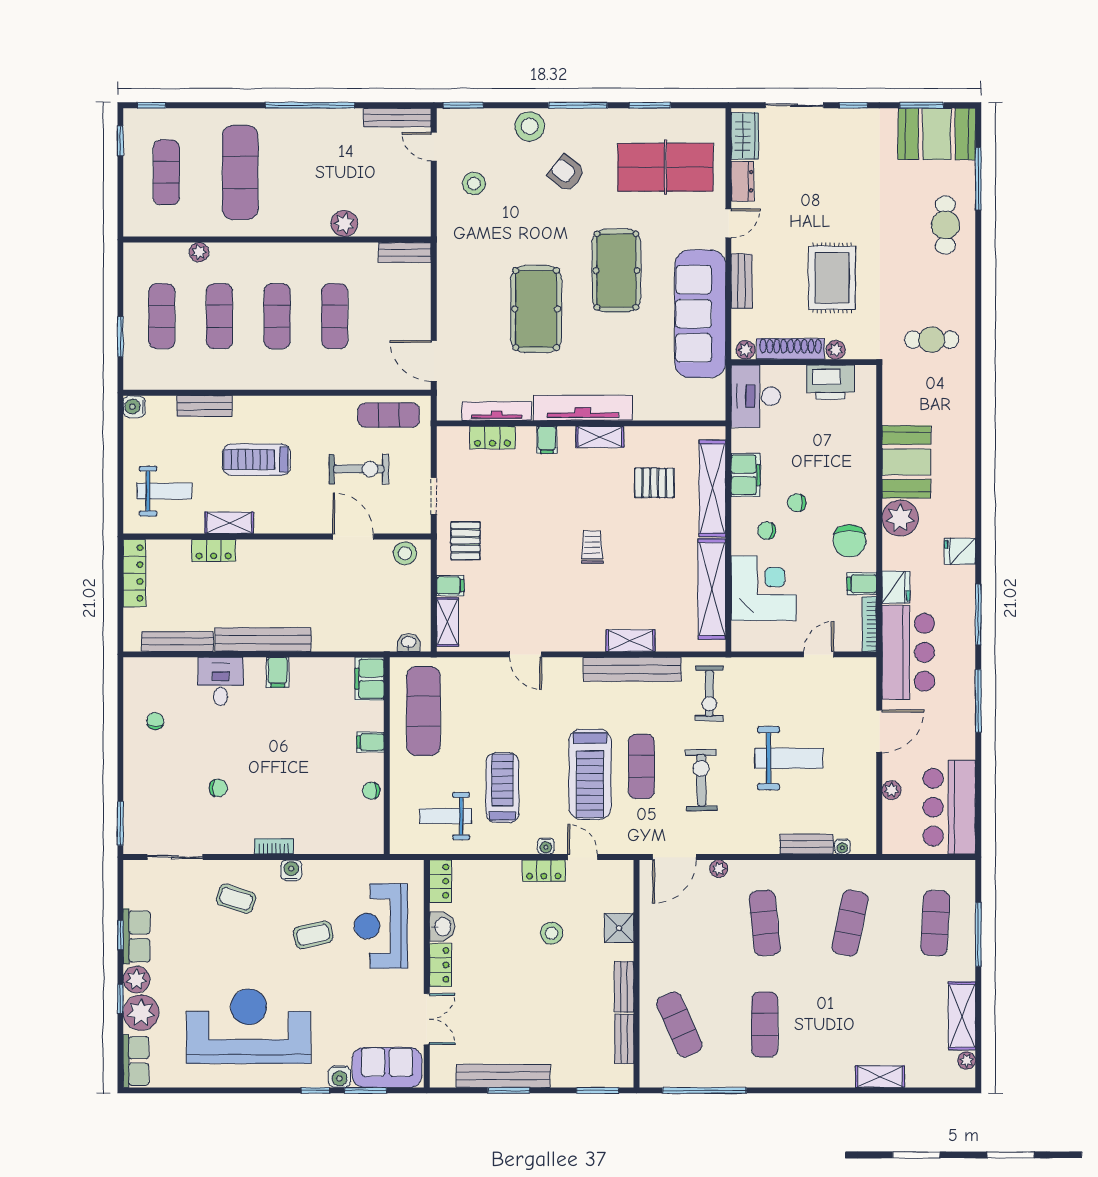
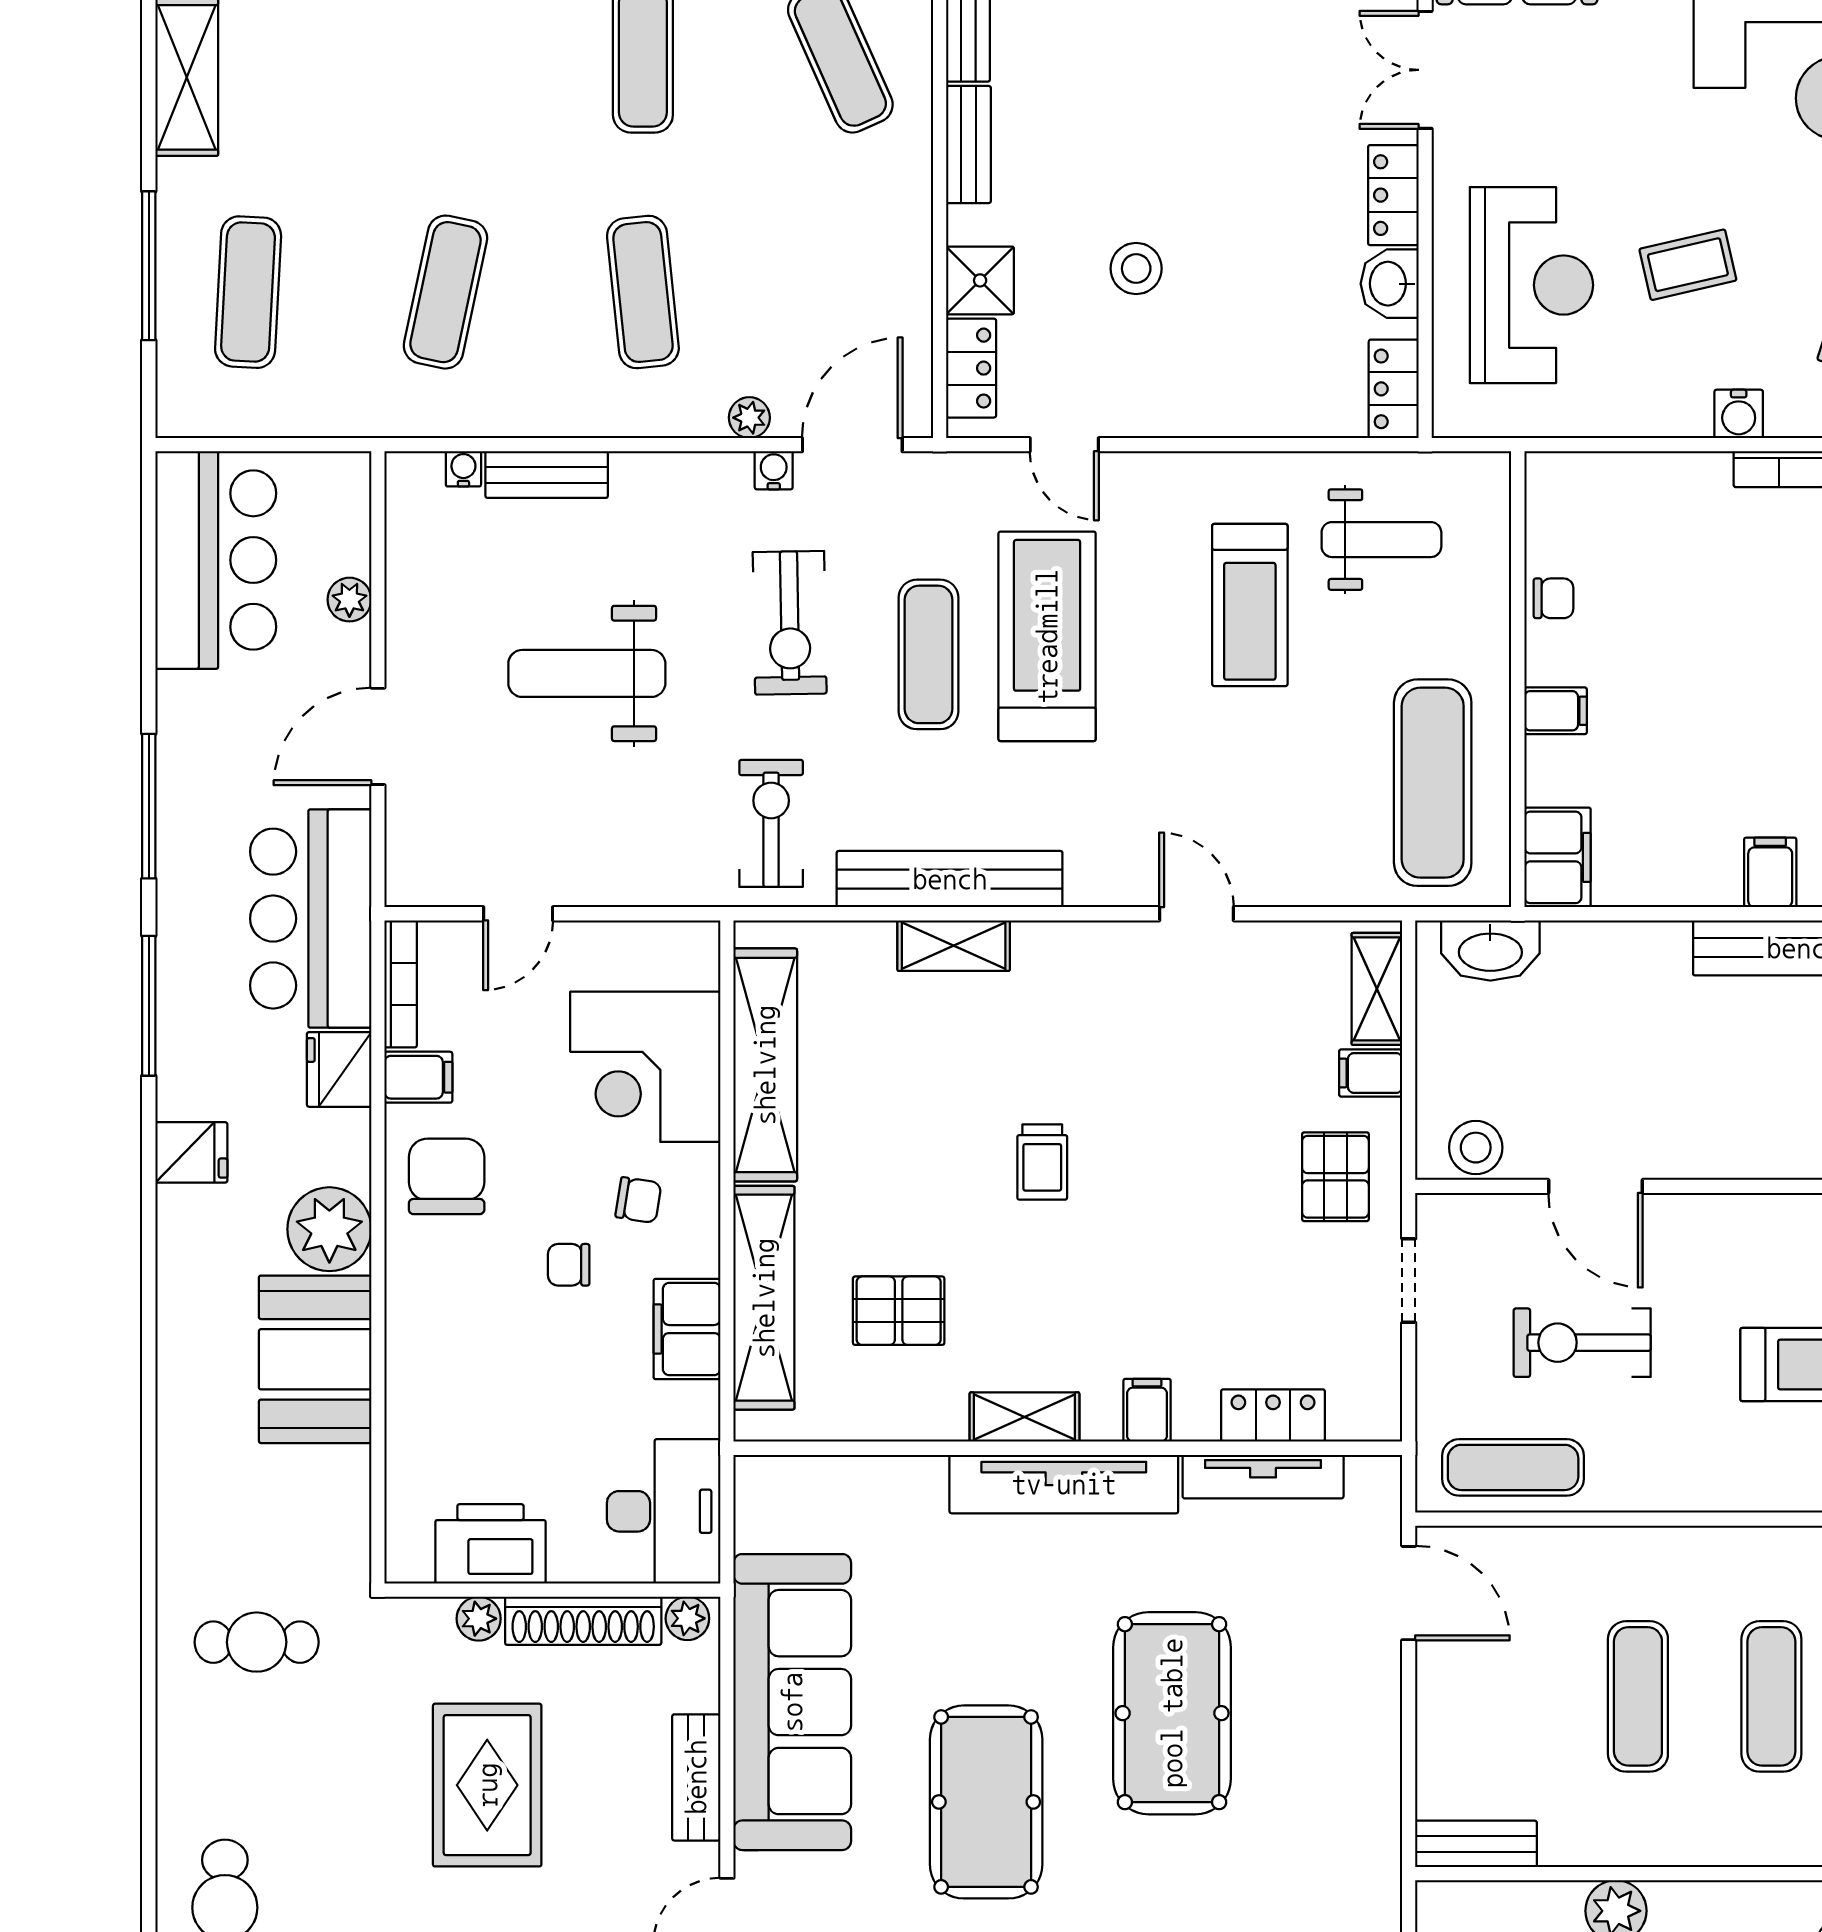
chair: (797, 503) -> (569, 1265), turned 180
washbasin: (409, 643) -> (1490, 950), width x1.91, depth x1.45
water cooler: (546, 846) -> (774, 470), moved
locker: (544, 871) -> (971, 368), moved, turned 90

